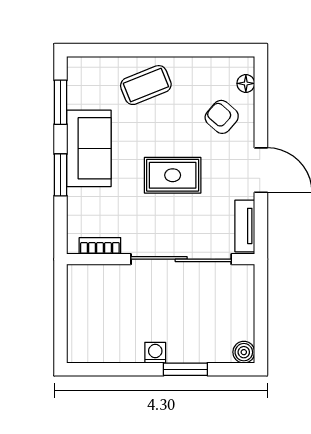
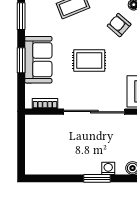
sofa: (89, 148) -> (38, 60), moved
washing machine: (155, 353) -> (108, 168), moved

